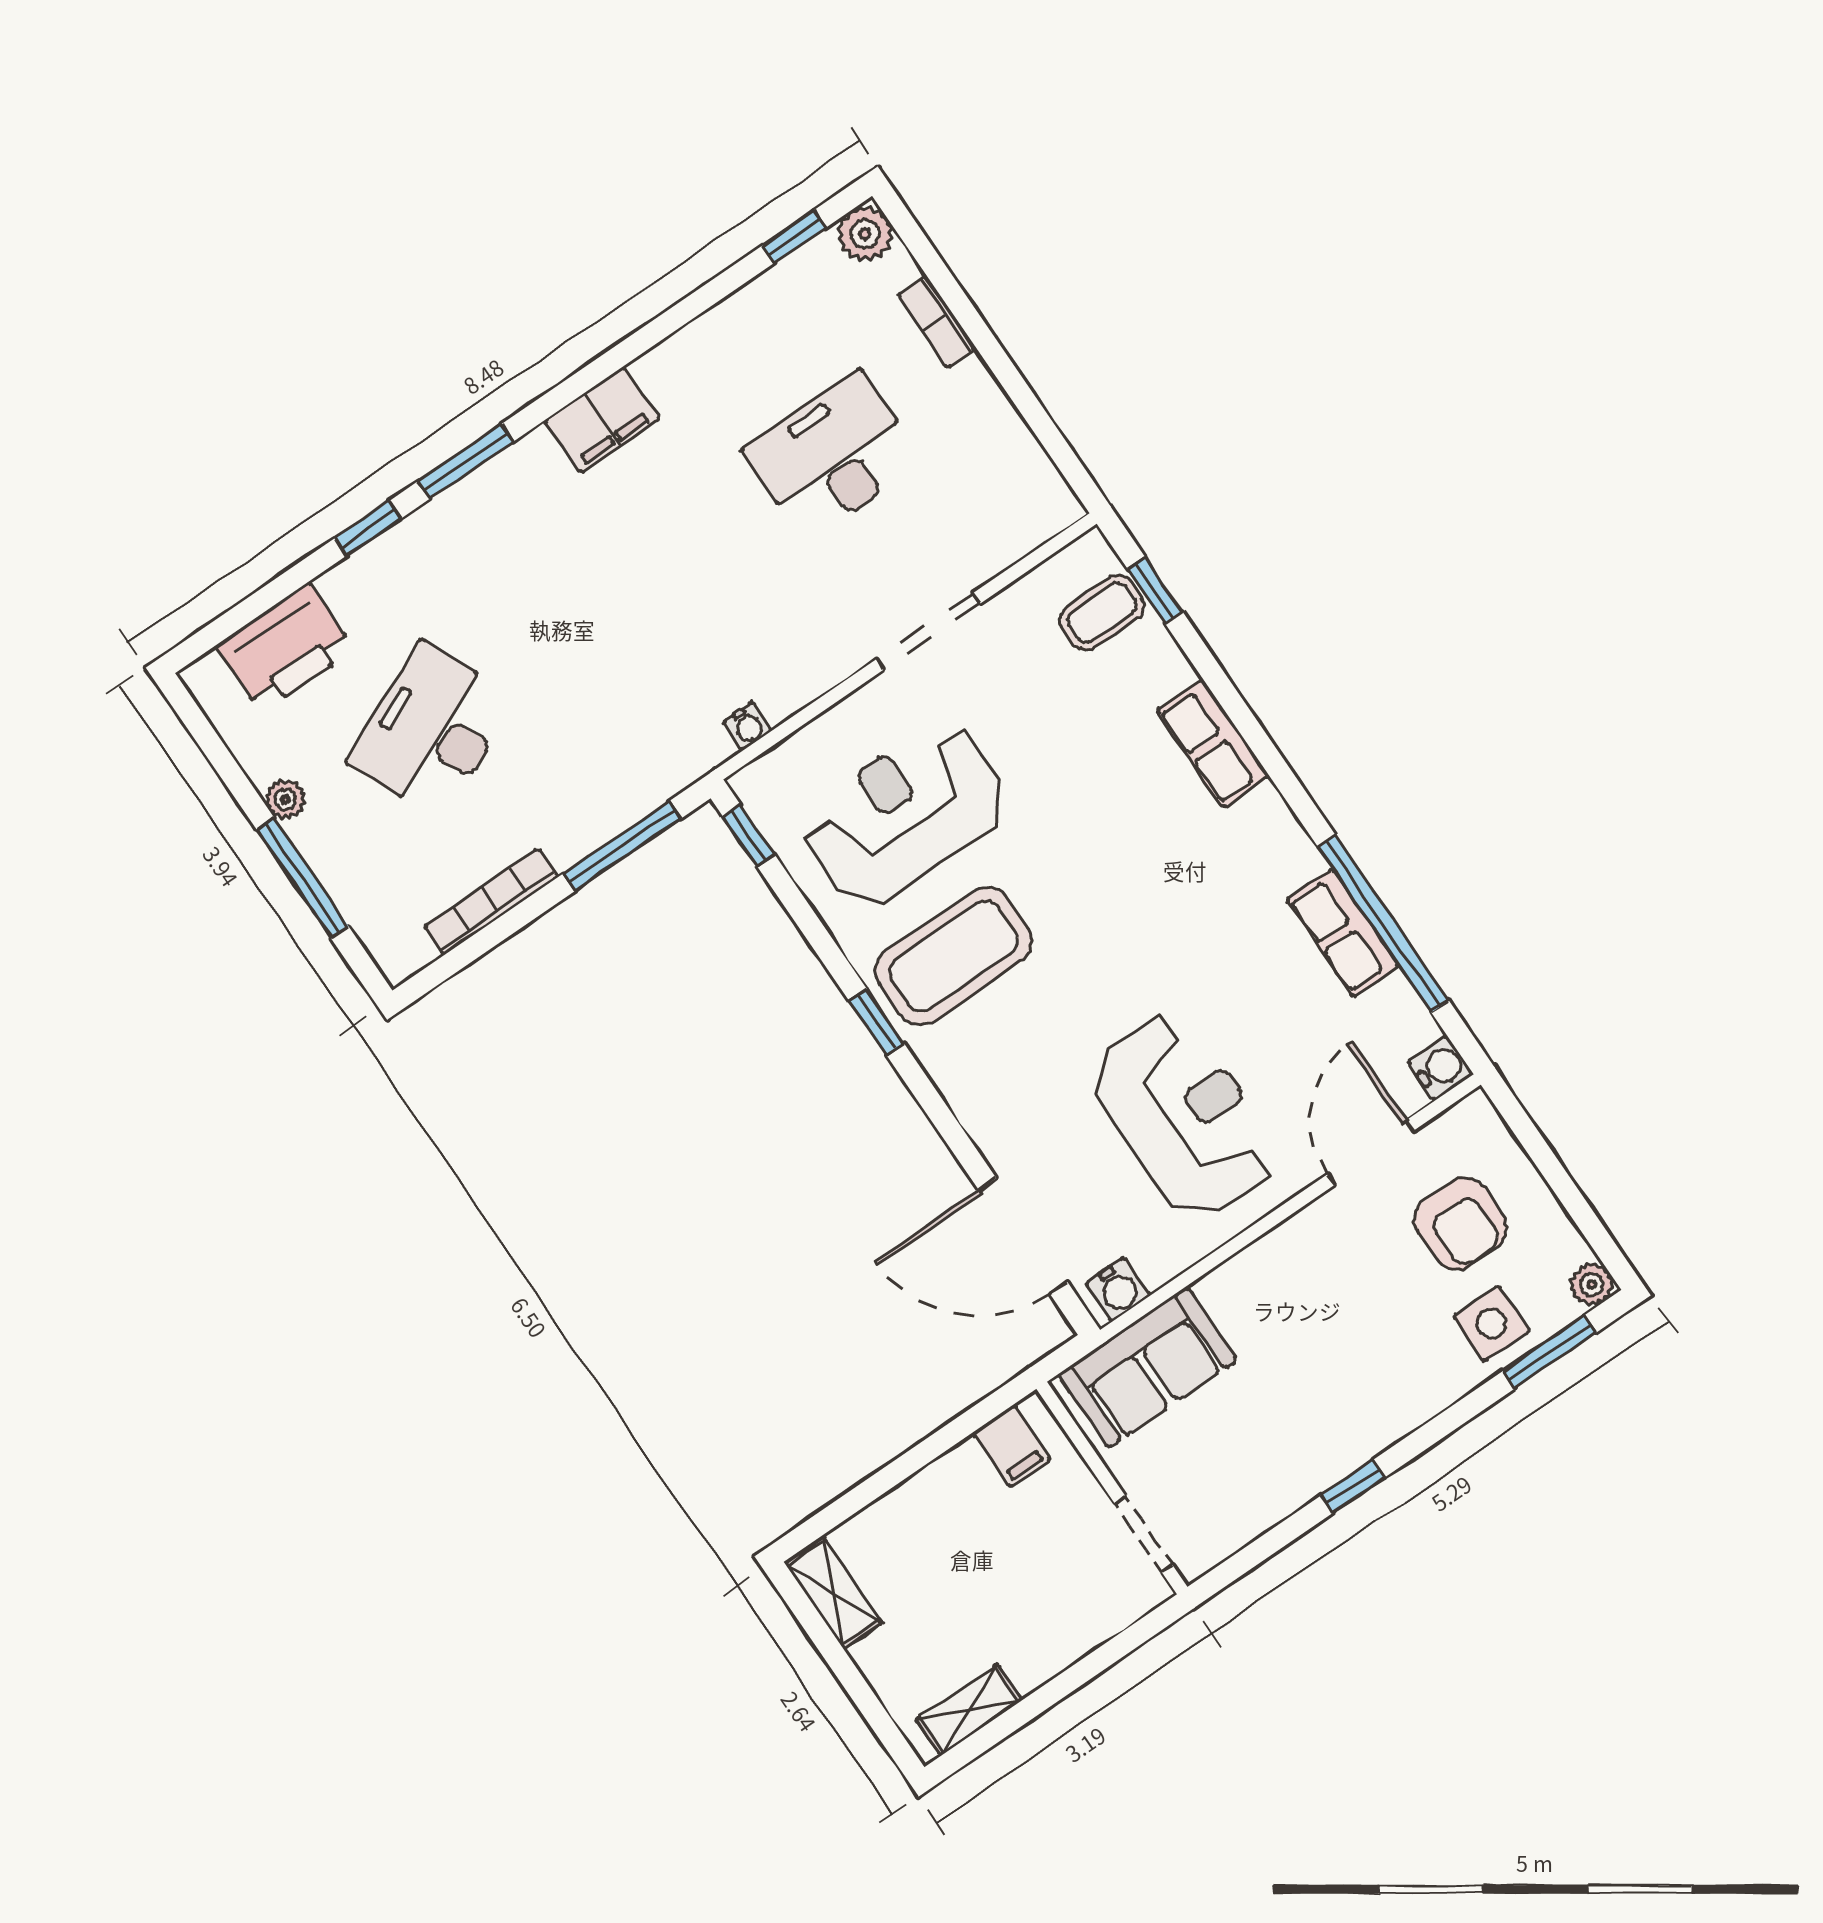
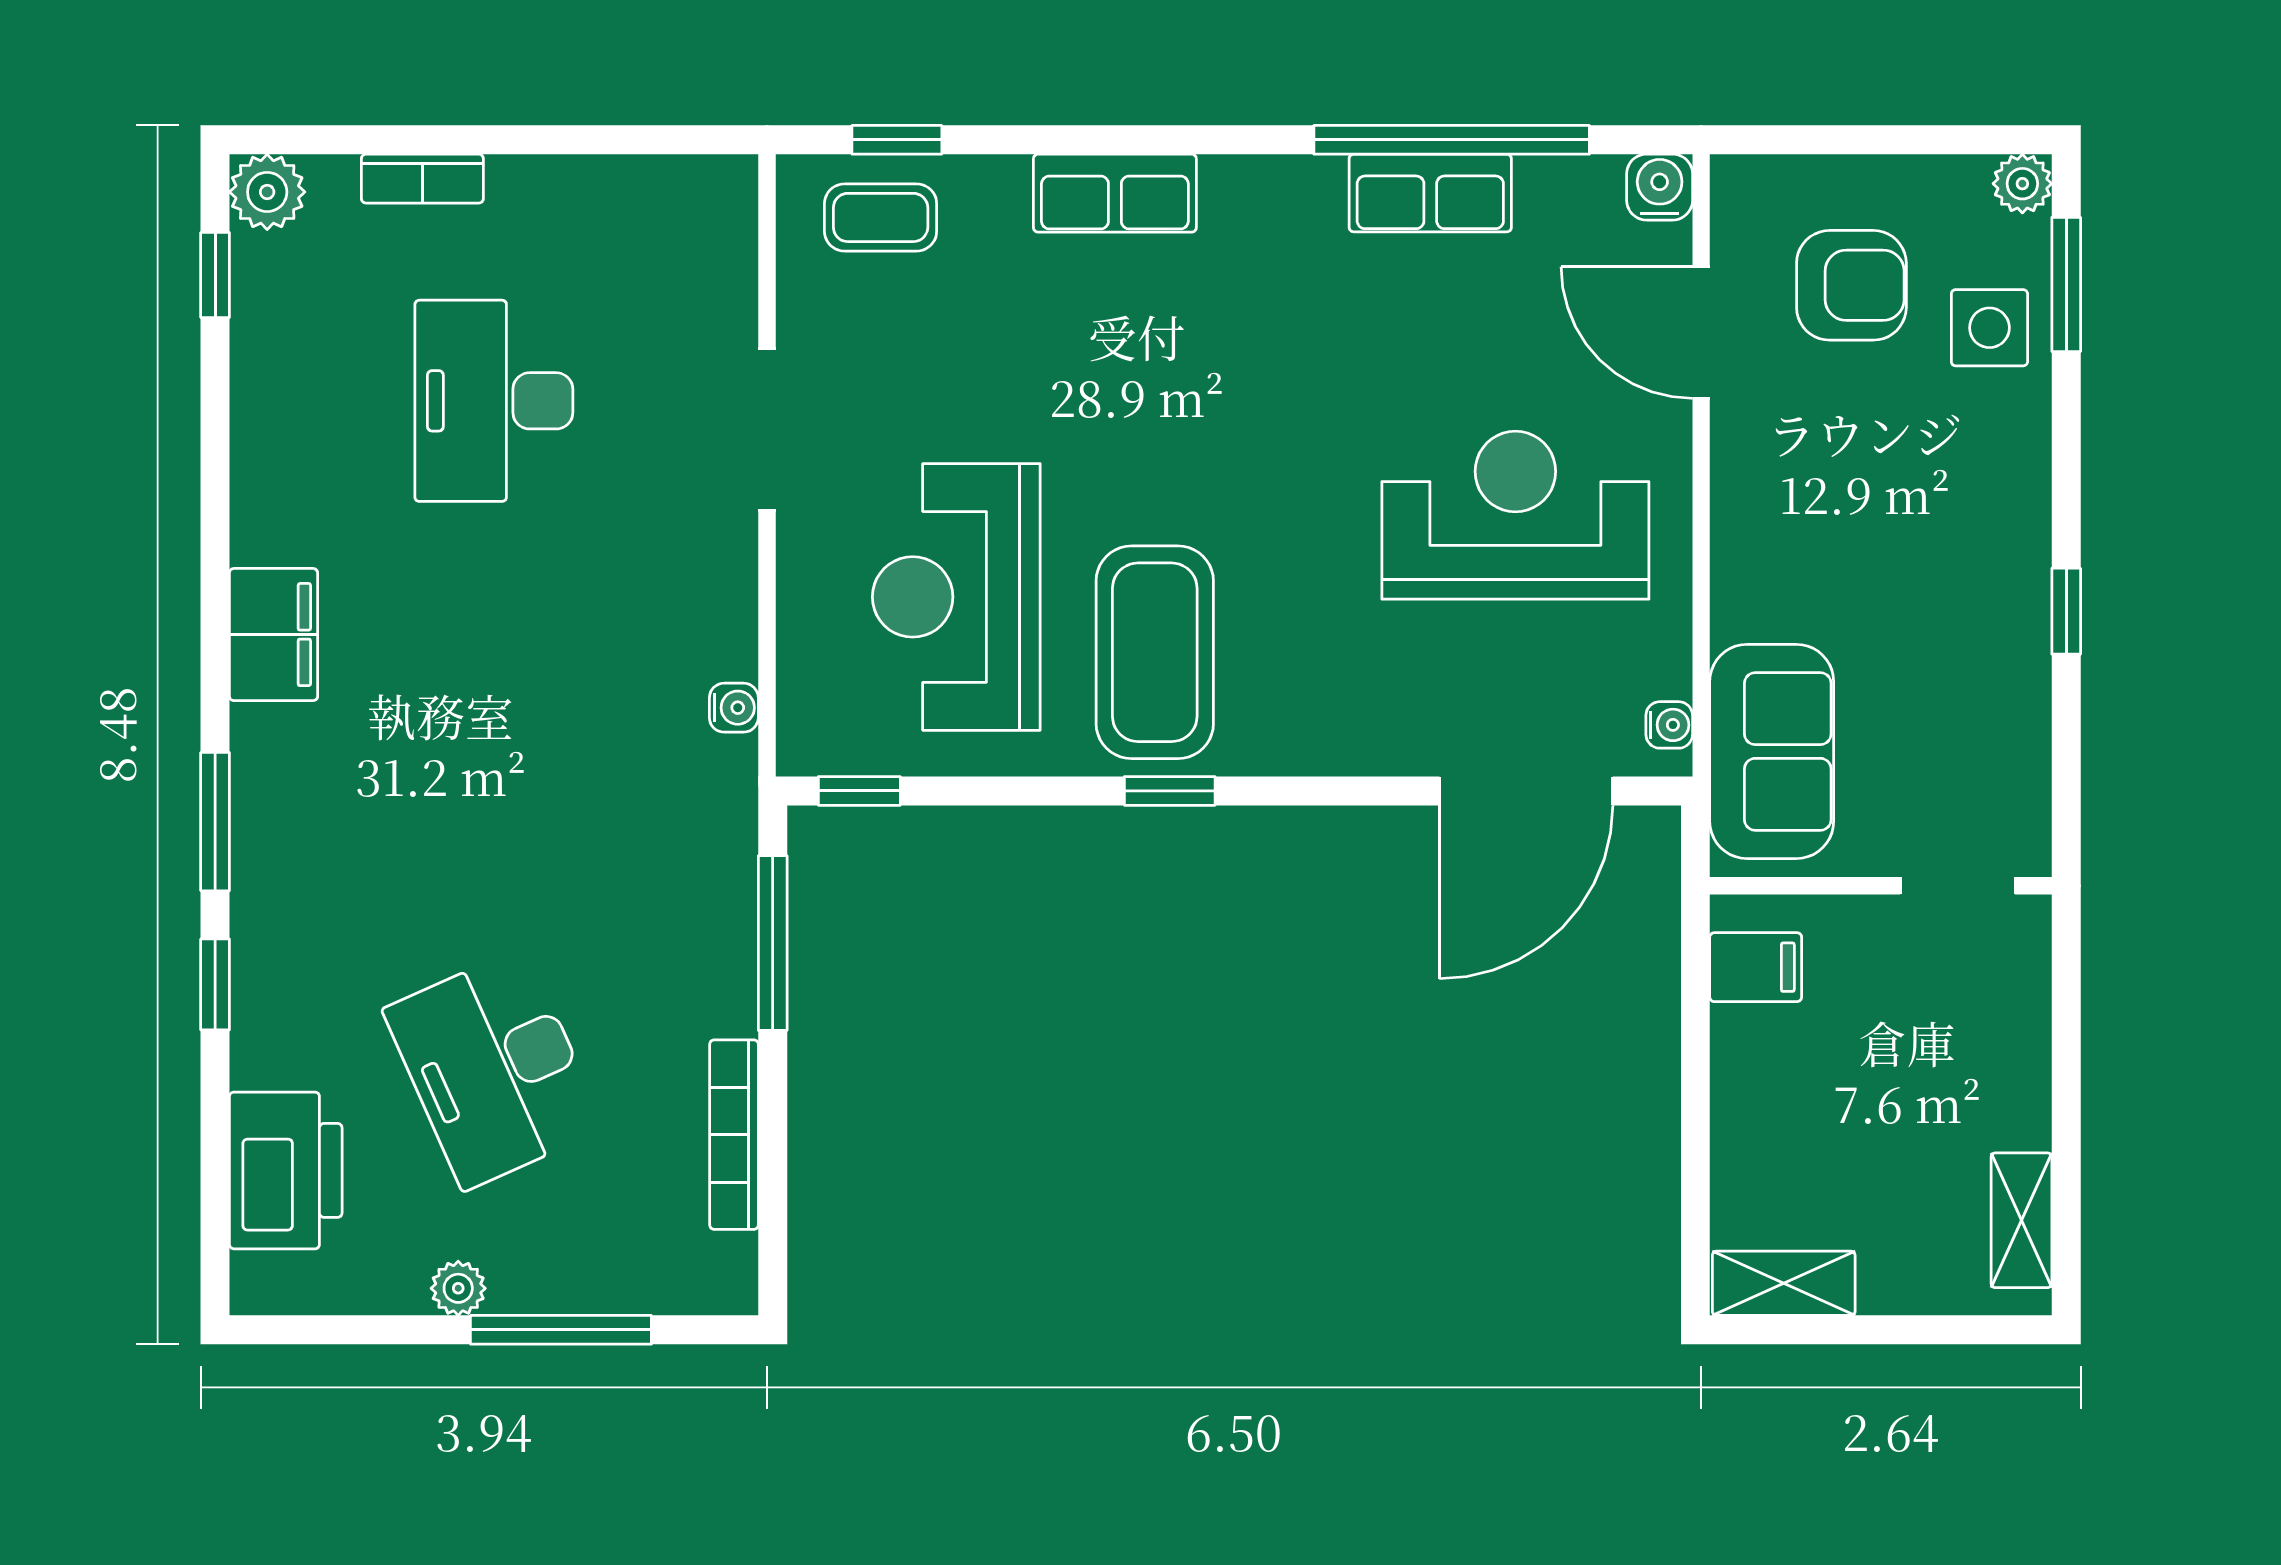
coffee table: (1102, 613) -> (881, 217), turned 90
water cooler: (1118, 1289) -> (1669, 725), width x0.72, depth x0.72

